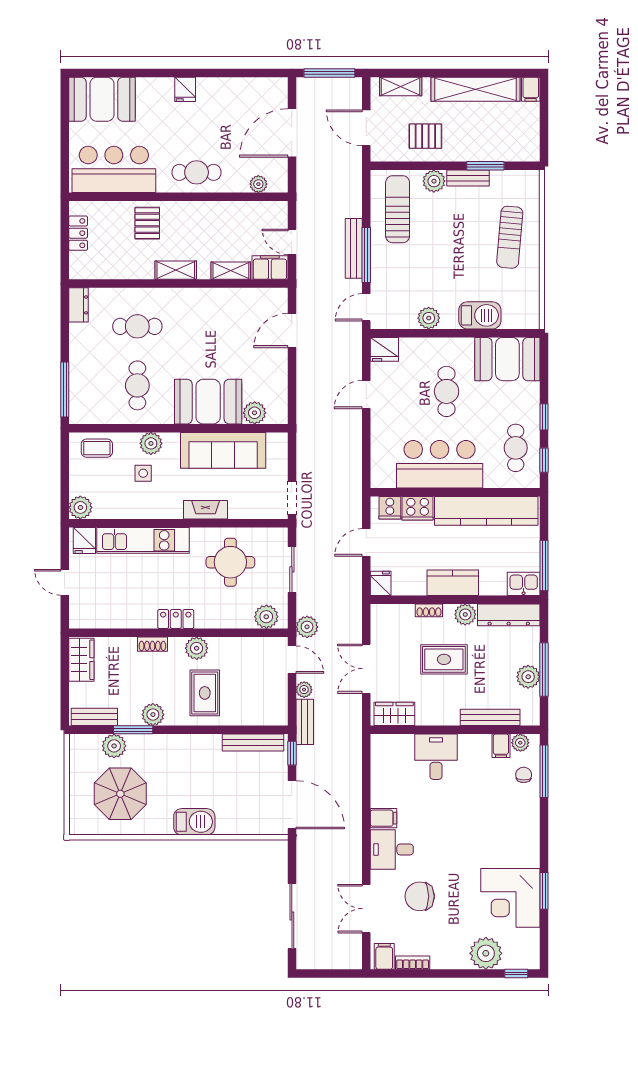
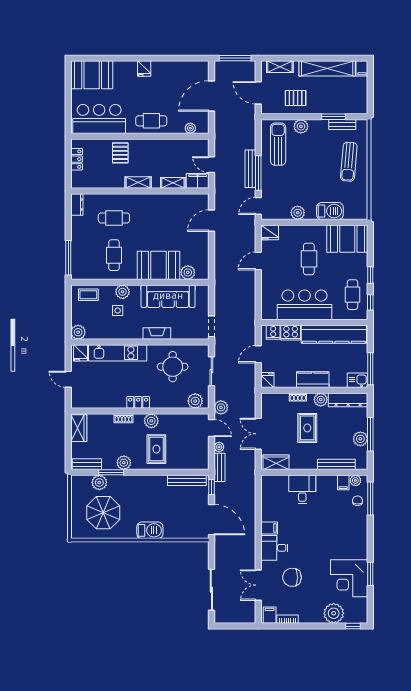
bench: (468, 178) -> (342, 124), moved
rug: (444, 659) -> (307, 428), turned 90

